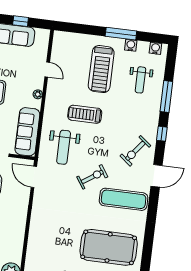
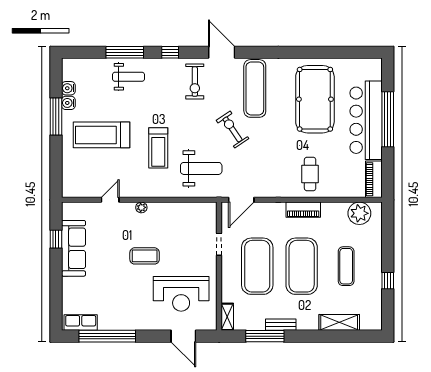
water cooler: (155, 48) -> (68, 88), moved
treadmill: (101, 69) -> (101, 135), turned 180
weight bench: (140, 80) -> (128, 77), moved
sofa: (27, 132) -> (188, 214), removed
exercise bike: (135, 151) -> (195, 82), turned 52
piano: (19, 226) -> (303, 210), added
cafe table: (48, 236) -> (310, 174), added

